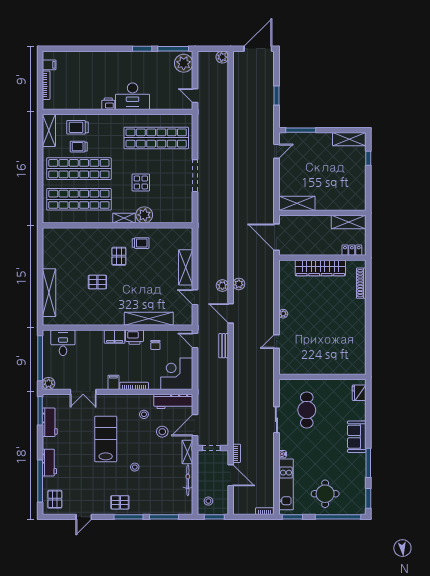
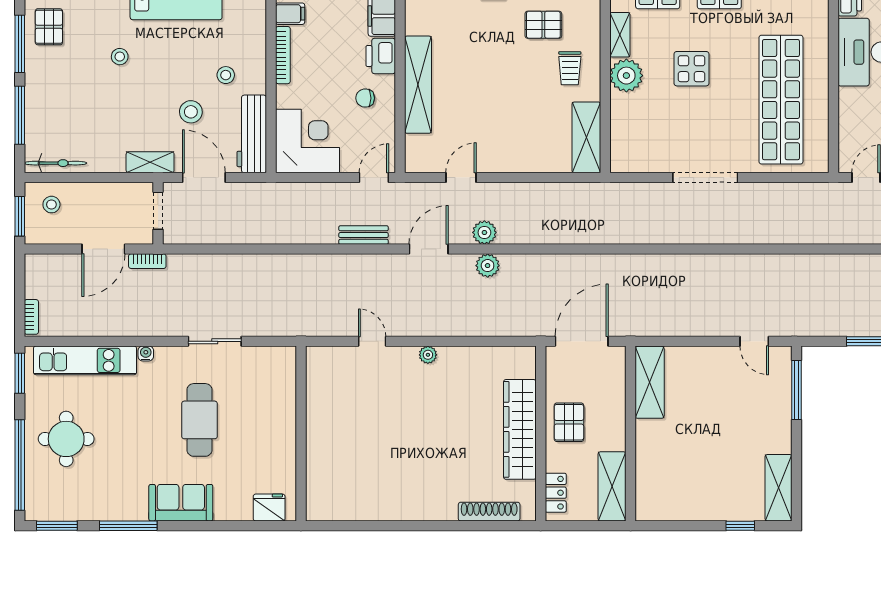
pallet: (317, 243) -> (569, 422), added
shelving: (186, 267) -> (586, 137), moved, turned 90
cafe table: (307, 410) -> (199, 420), moved, turned 90
bicycle: (188, 480) -> (55, 163), moved

